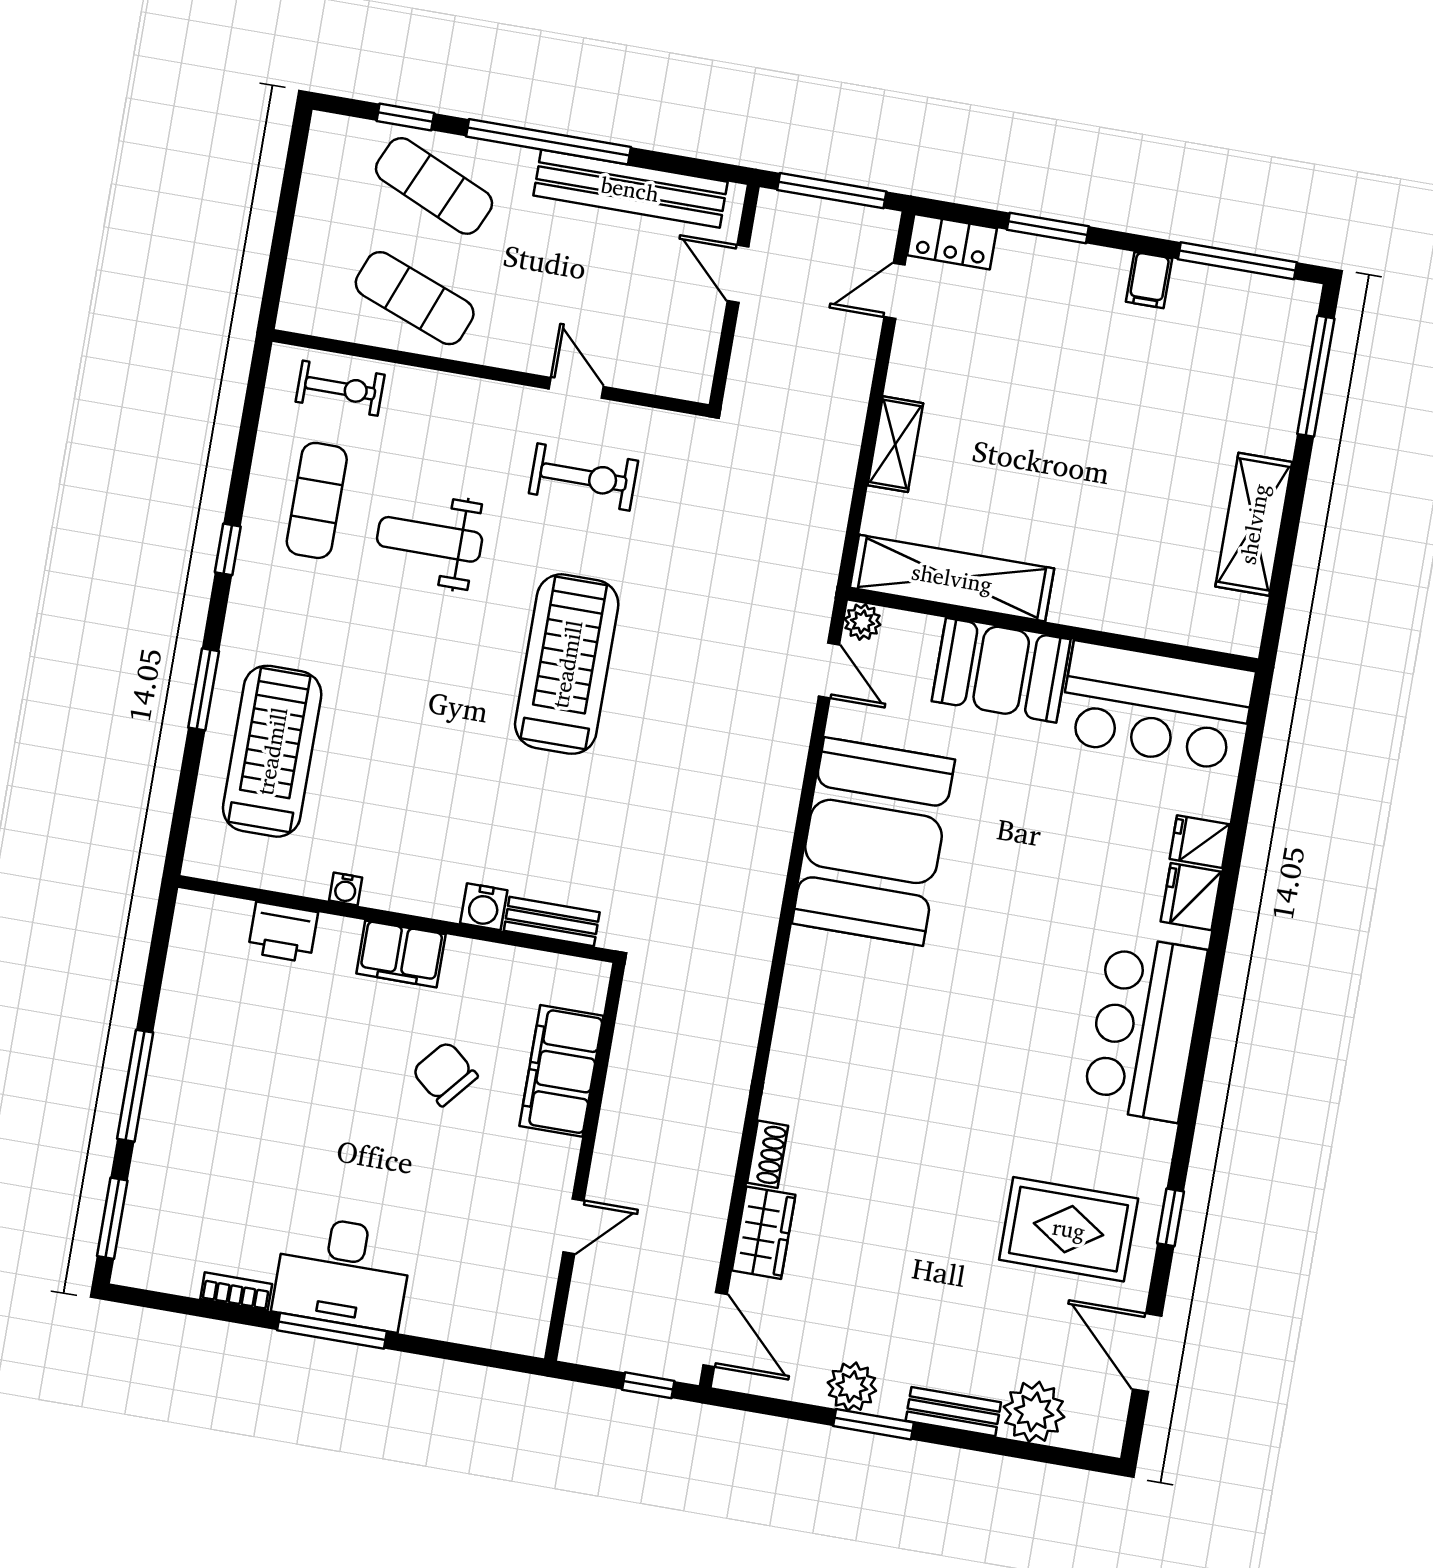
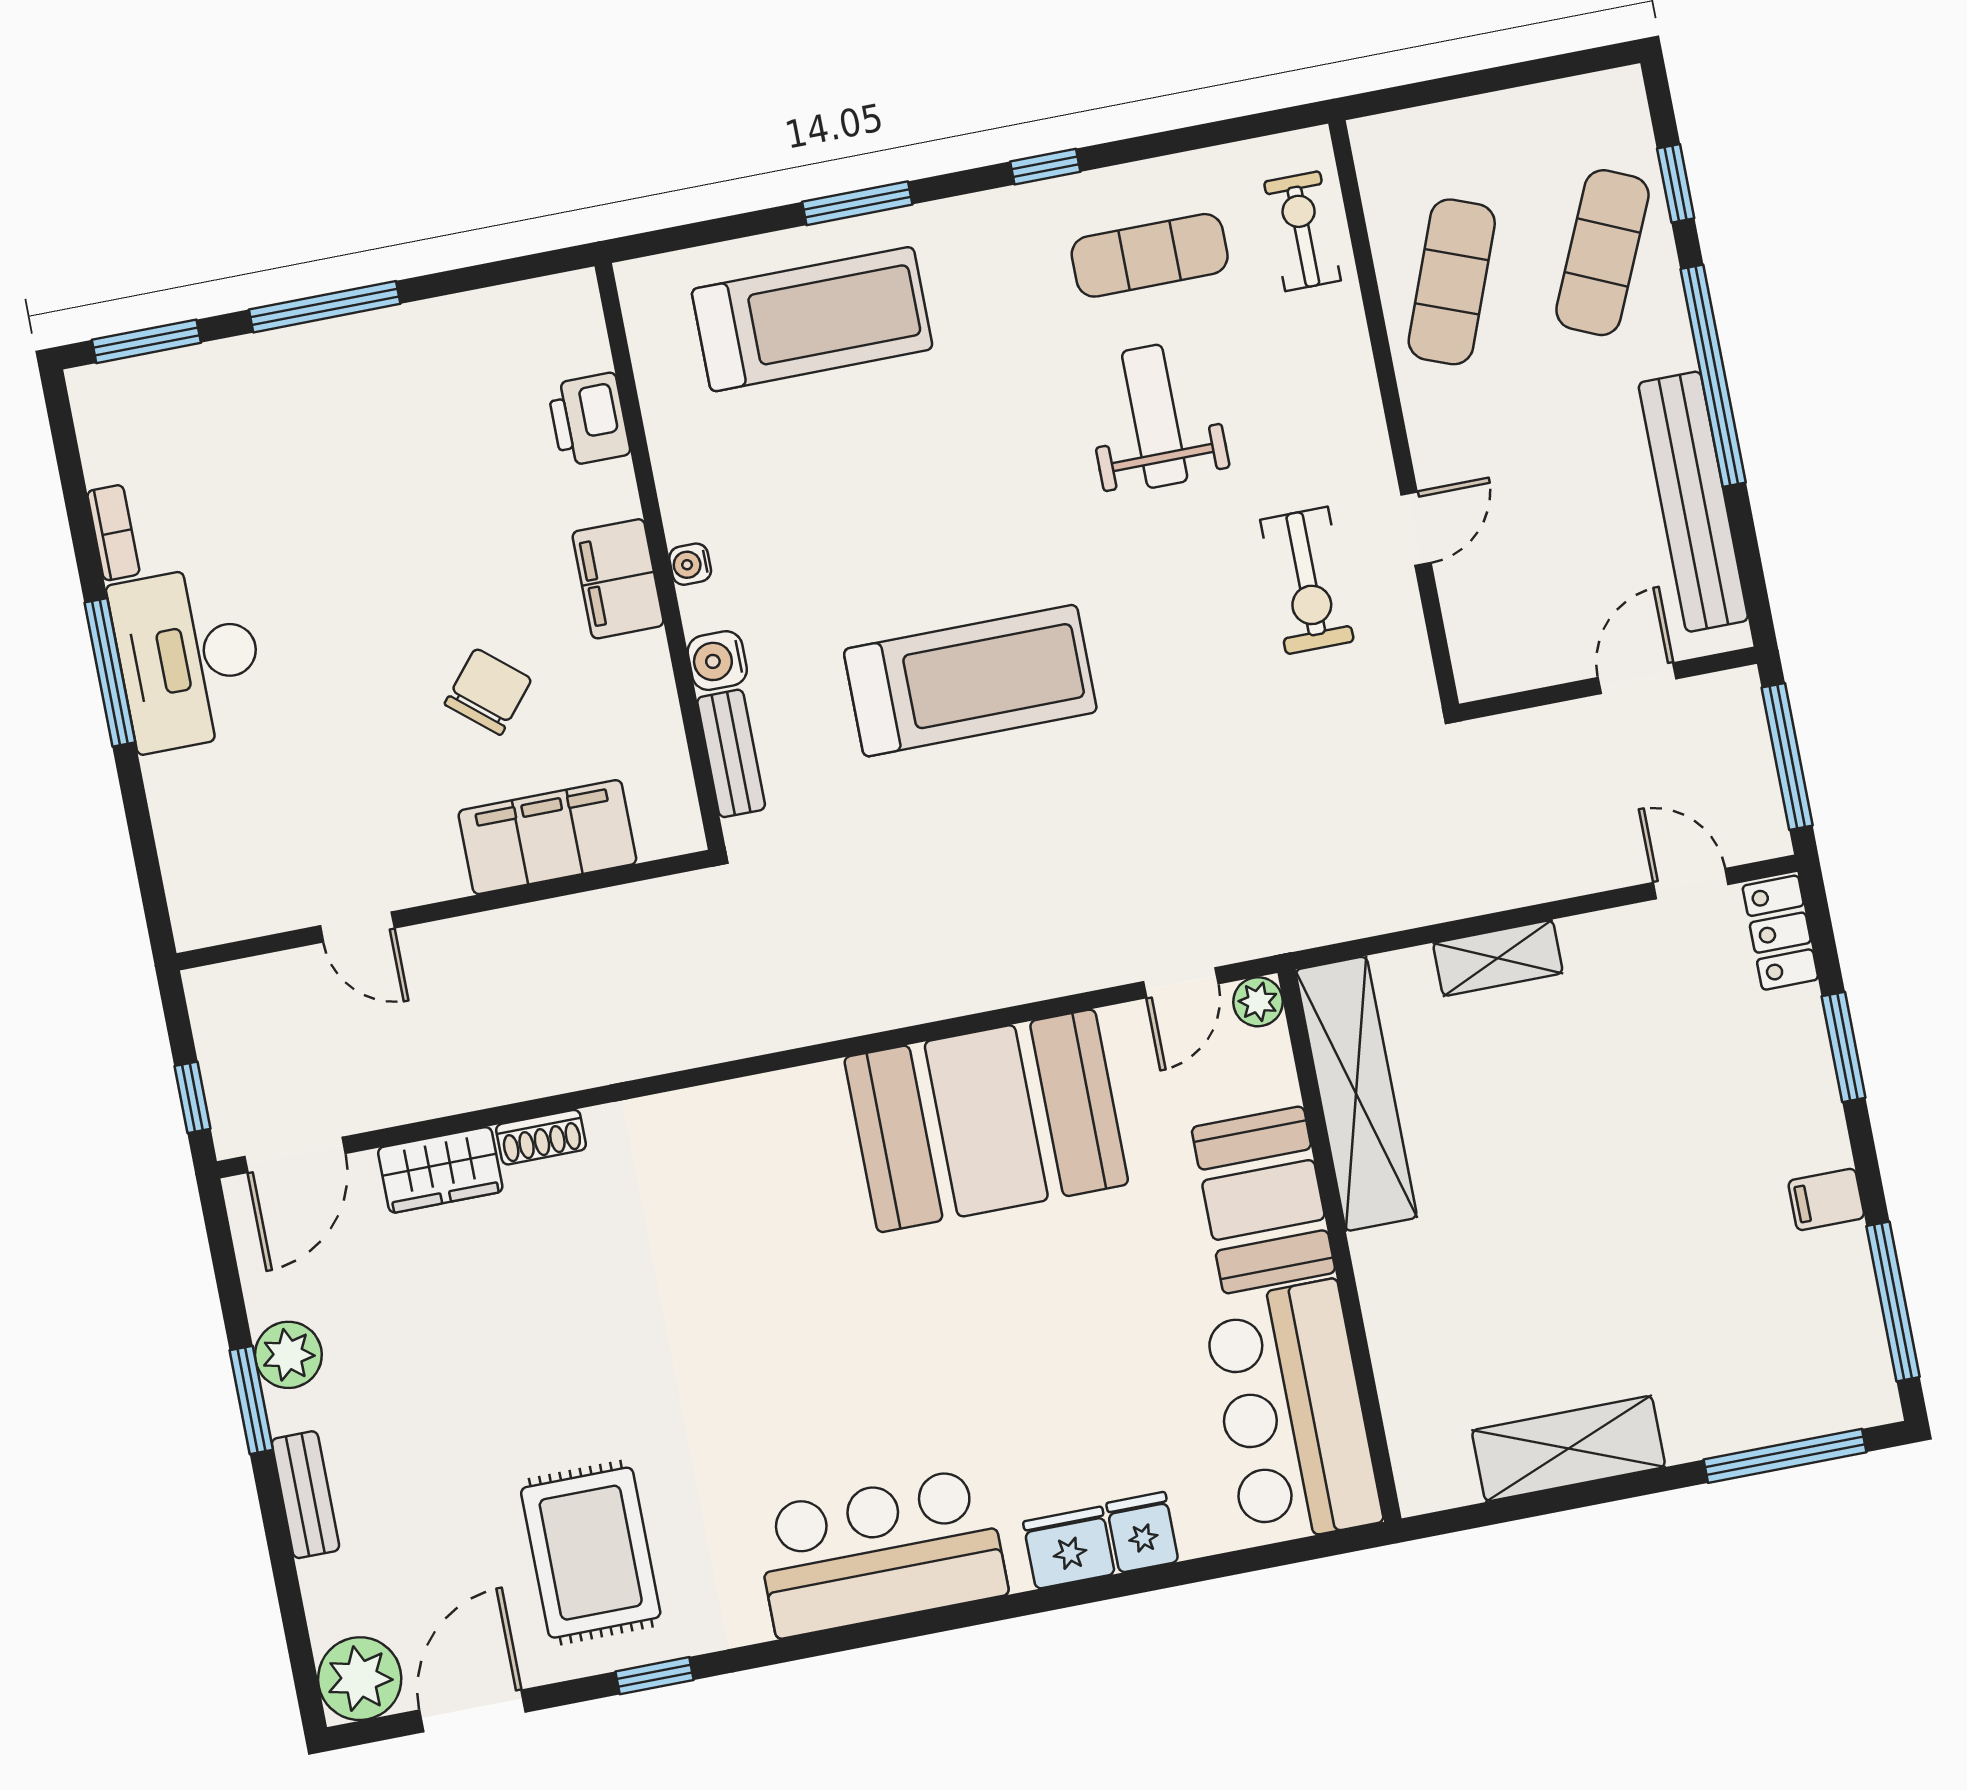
exercise bike: (340, 388) -> (1302, 231), turned 180
treadmill: (567, 664) -> (970, 681), moved
water cooler: (346, 889) -> (690, 564), moved
plant: (1034, 1412) -> (360, 1679), moved

